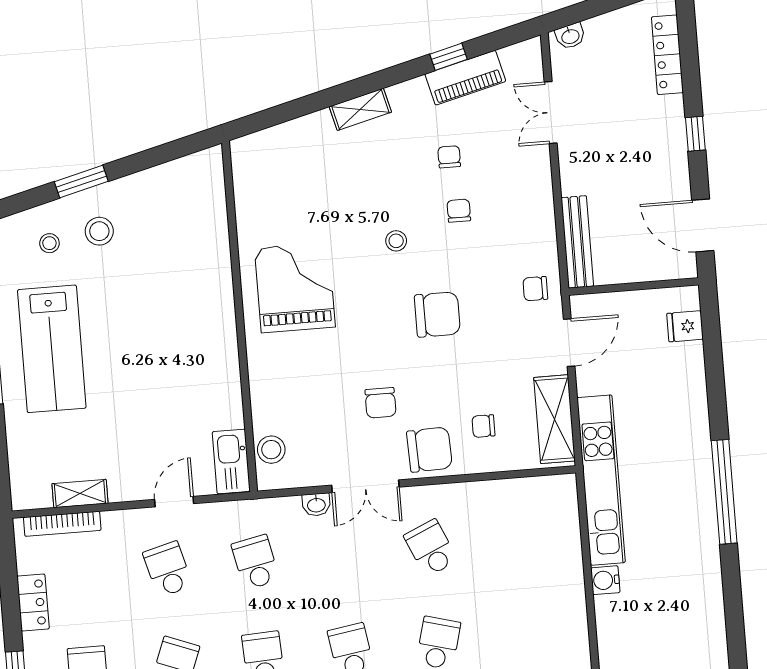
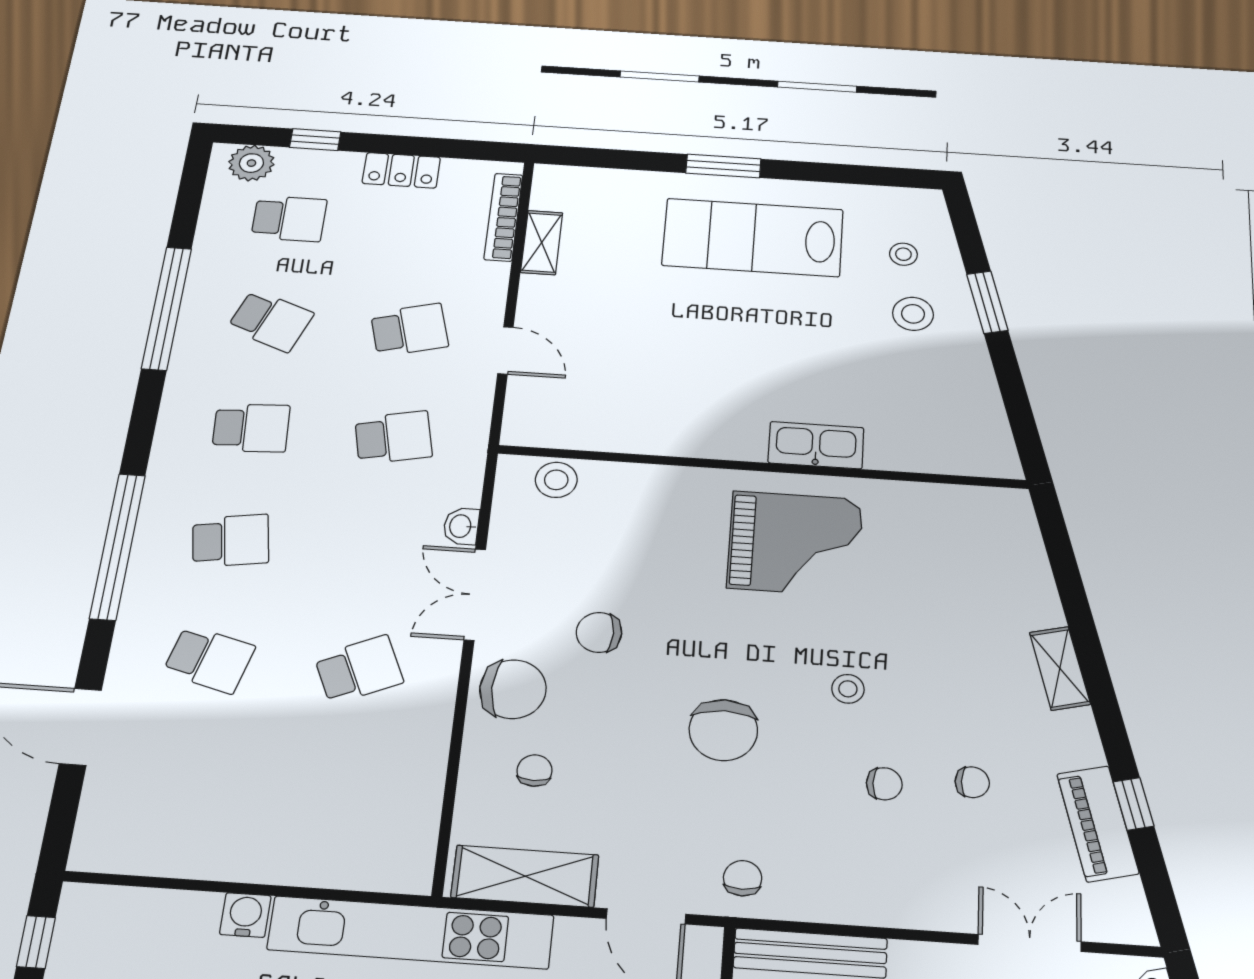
chair: (429, 450) -> (513, 689), turned -88
kitchen sink: (231, 461) -> (816, 445), moved

